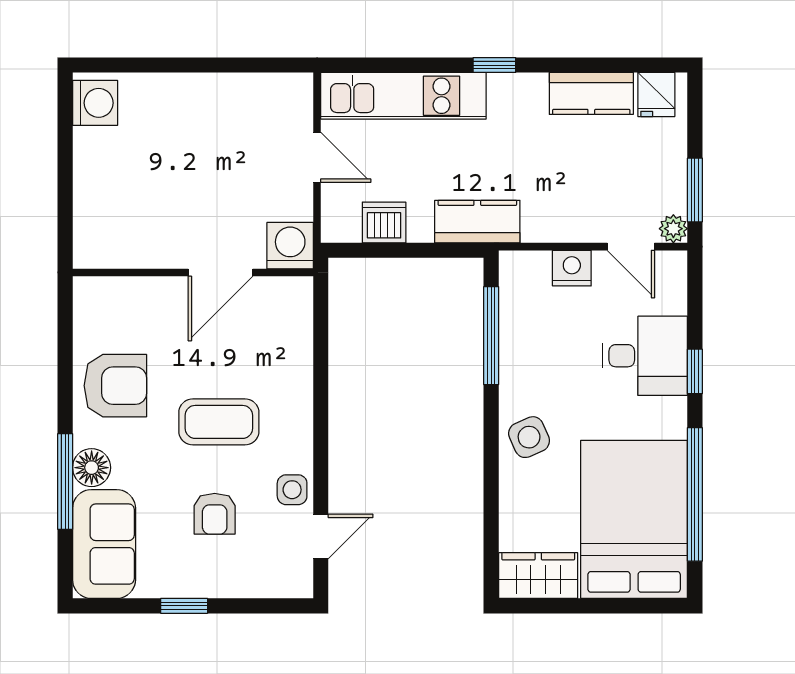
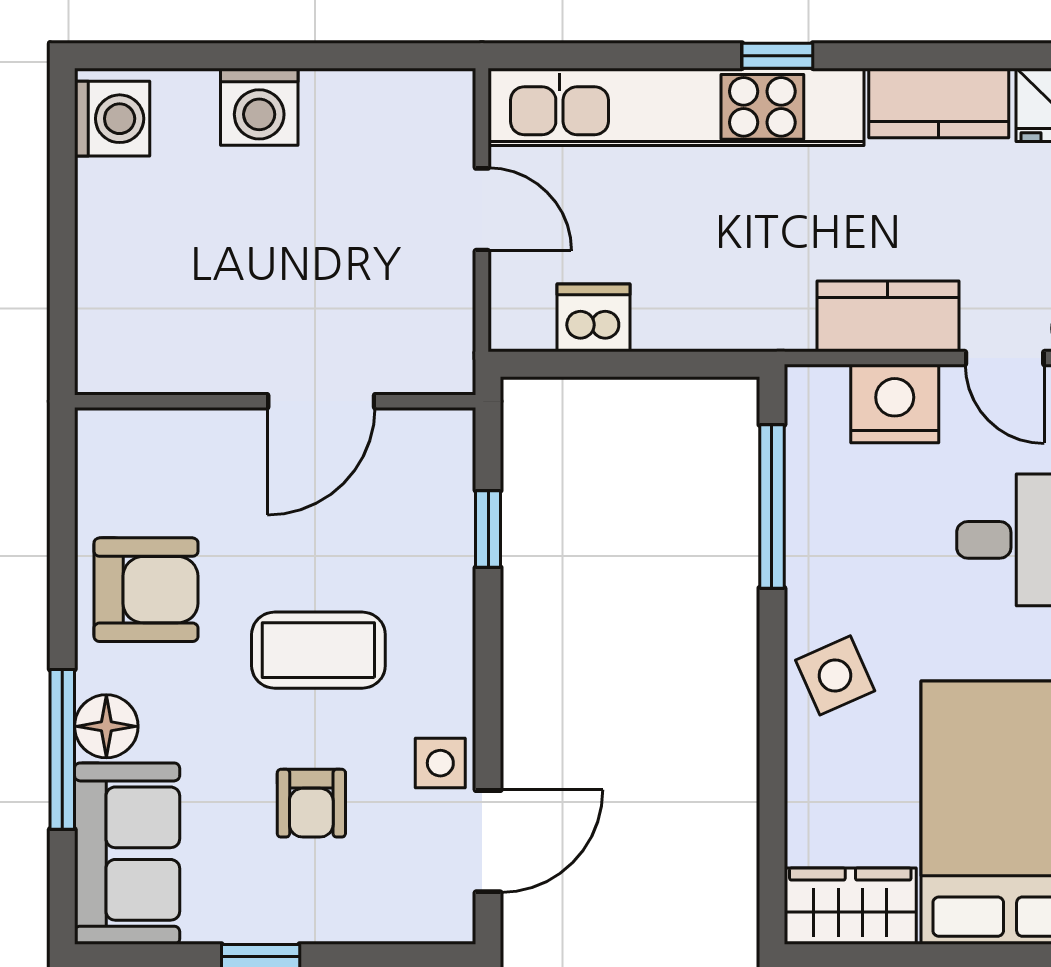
kitchen unit: (403, 96) -> (676, 107), width x1.36
kitchen counter: (477, 222) -> (888, 316), moved
washing machine: (290, 246) -> (259, 107), moved, turned 180
nightstand: (572, 268) -> (895, 404), width x1.36, depth x1.33
window: (321, 349) -> (488, 529), added
door: (321, 537) -> (488, 841), width x1.38

